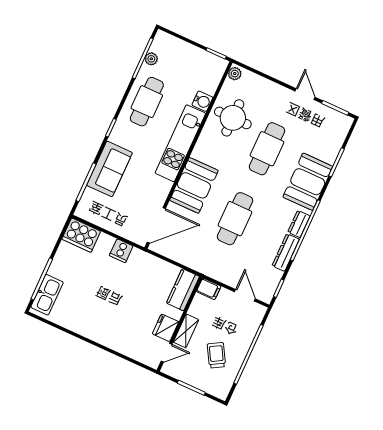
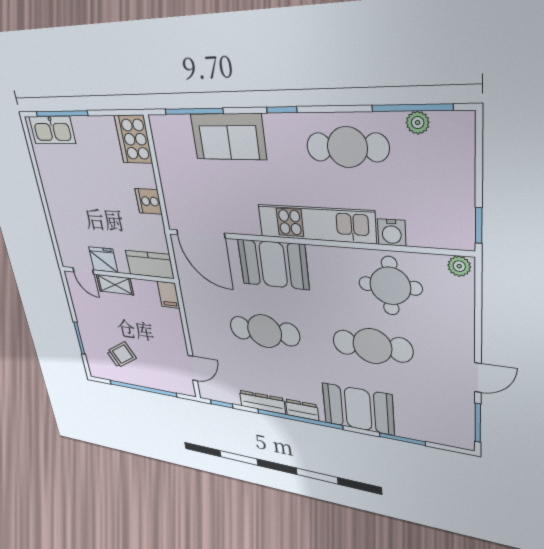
filing cabinet: (209, 289) -> (169, 295), moved
kitchen counter: (183, 290) -> (150, 264), moved
wall: (180, 324) -> (116, 275), moved
fridge: (165, 328) -> (103, 260), moved
shelving: (186, 331) -> (115, 285), moved
door: (166, 353) -> (83, 271), moved

